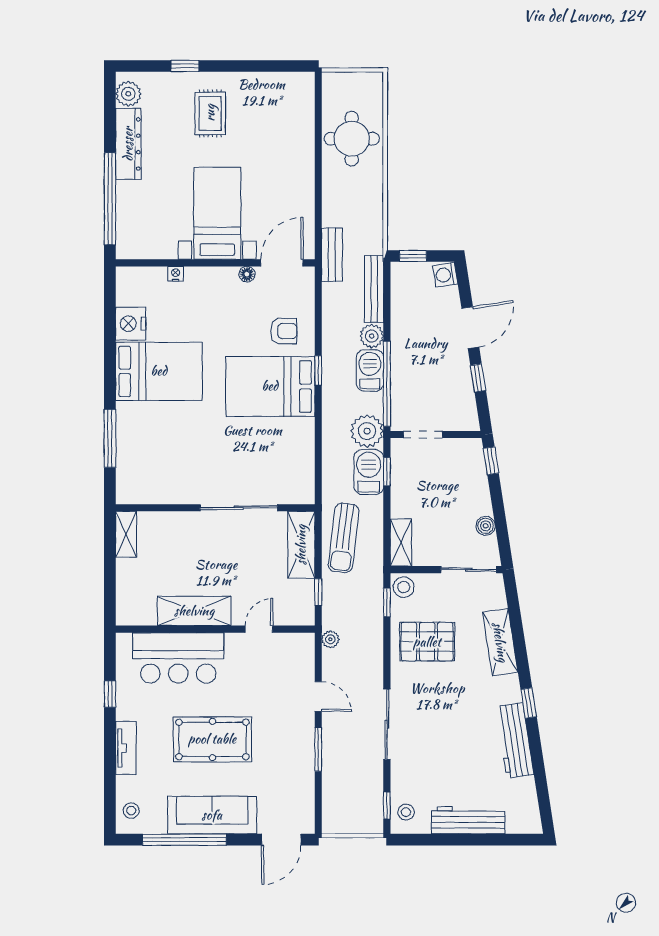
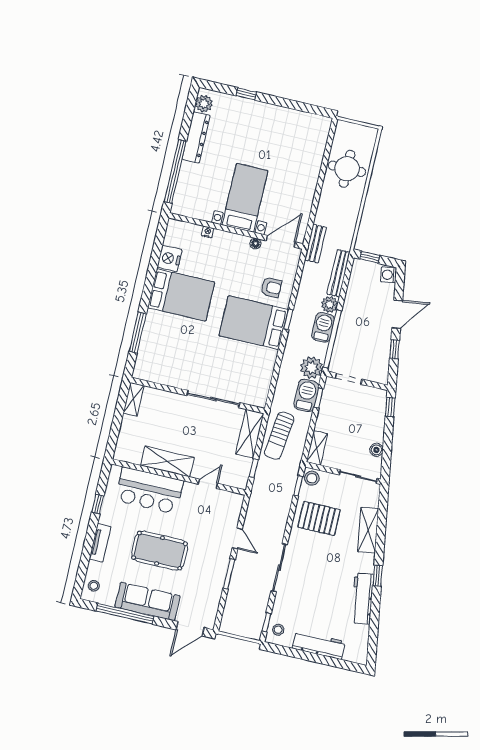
rug: (210, 113) -> (256, 130), removed
plant: (330, 639) -> (254, 502), removed

